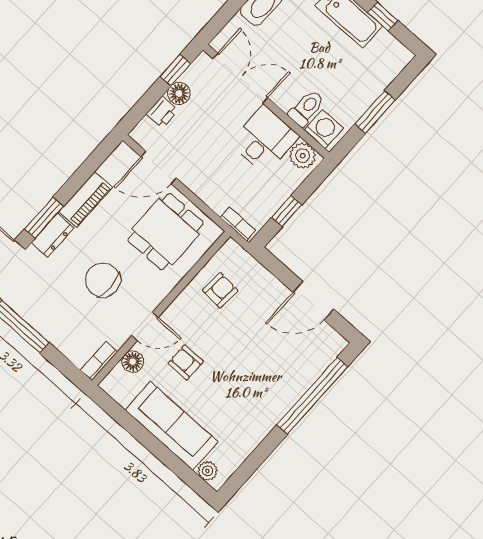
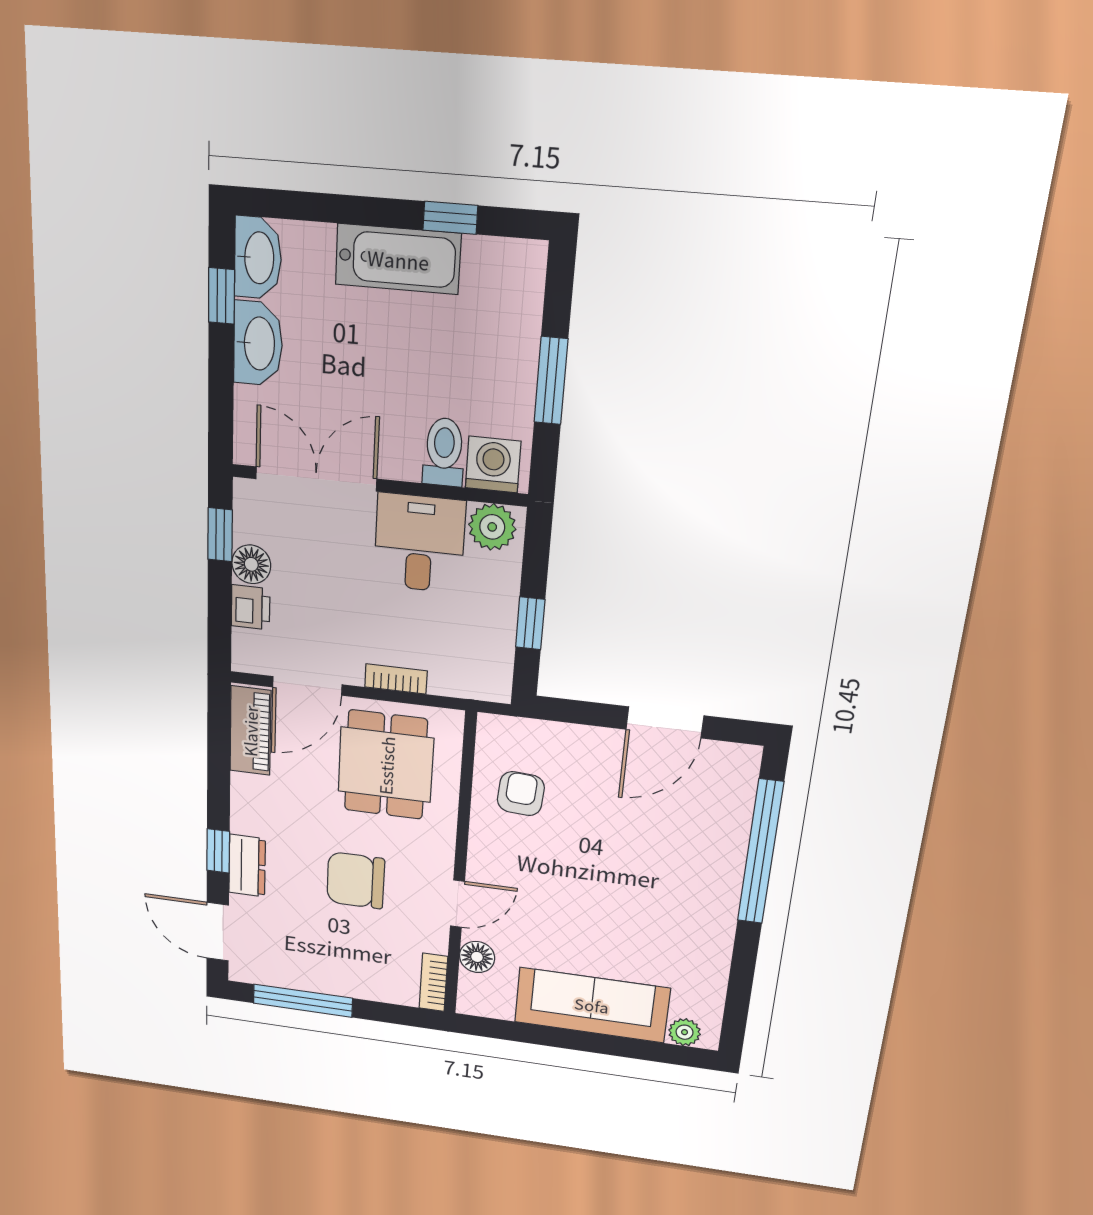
piano: (86, 199) -> (250, 731), moved
window: (44, 218) -> (218, 851), width x0.67
bookcase: (238, 224) -> (396, 679), moved
armchair: (186, 362) -> (548, 916), removed

